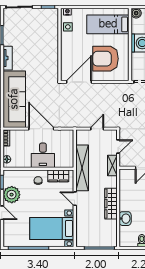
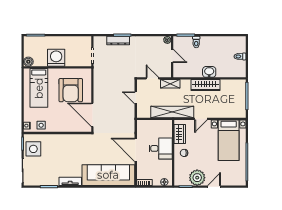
side table: (42, 19) -> (33, 149), added
door: (41, 129) -> (136, 150), hinge flipped
washbasin: (125, 219) -> (209, 72), moved

